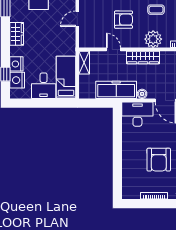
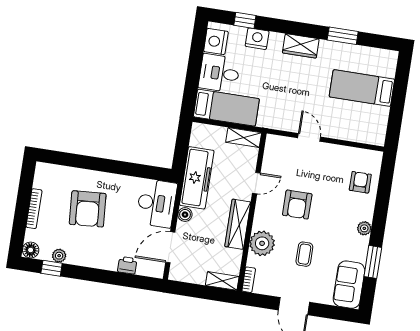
nightstand: (17, 80) -> (216, 41), moved, turned -90
armchair: (159, 160) -> (88, 209), moved, turned -94

